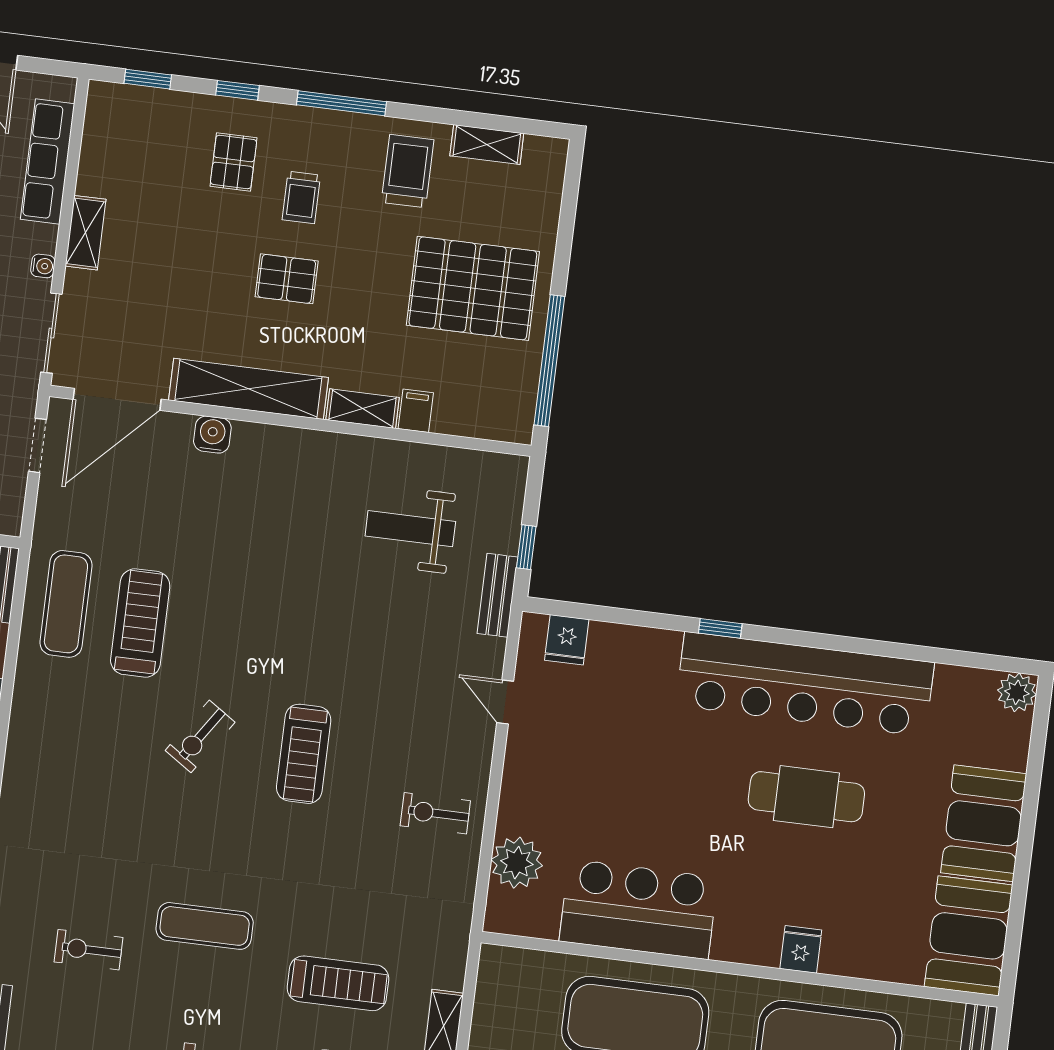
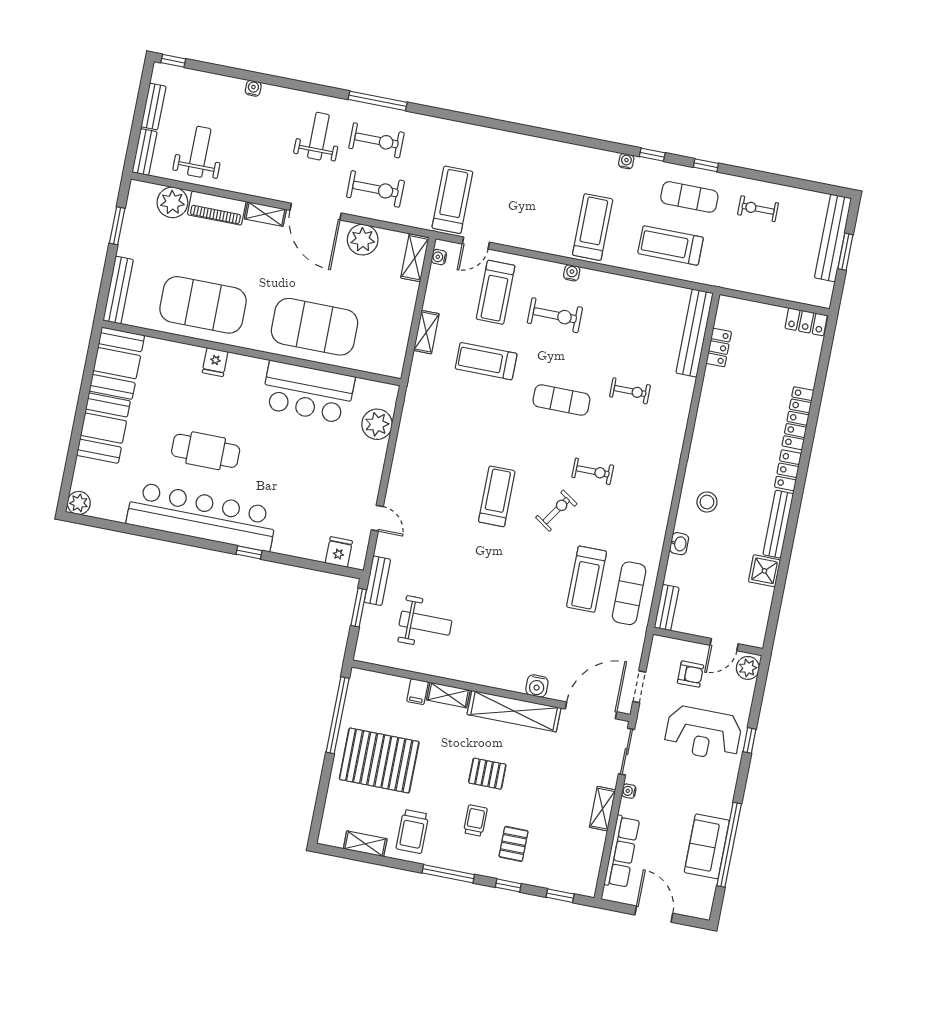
window: (526, 547) -> (359, 608), width x1.50
exercise bike: (435, 813) -> (593, 471), moved

